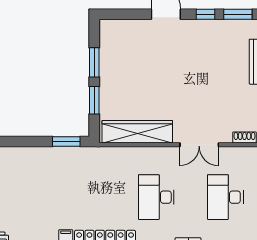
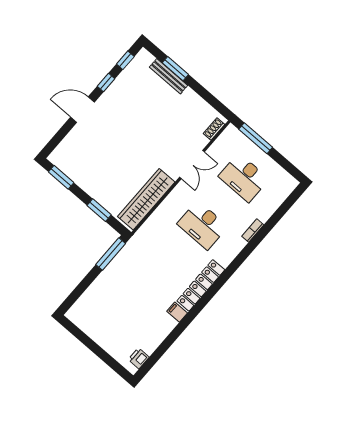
window: (238, 14) -> (125, 60), width x0.67
window: (94, 62) -> (61, 177), moved
window: (66, 141) -> (111, 254), width x1.44

